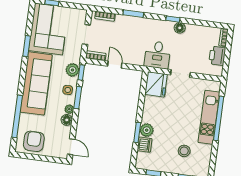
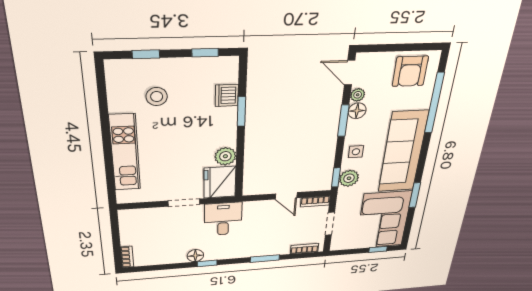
printer: (217, 56) -> (131, 234), removed
window: (78, 98) -> (343, 121), moved
plant: (69, 109) -> (358, 95), moved
window: (219, 118) -> (108, 154), removed
plant: (147, 130) -> (225, 156), moved

